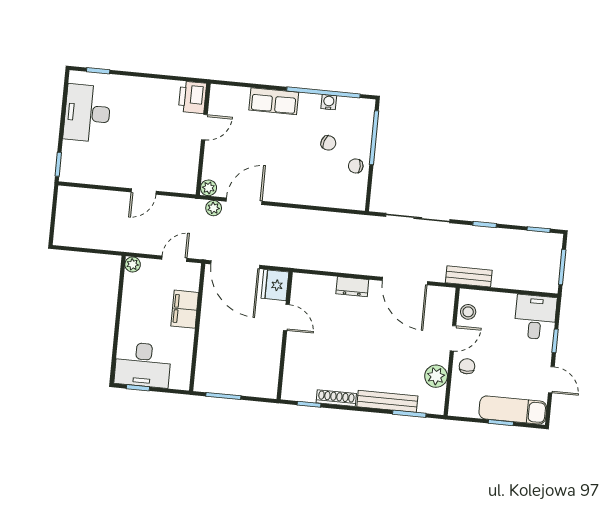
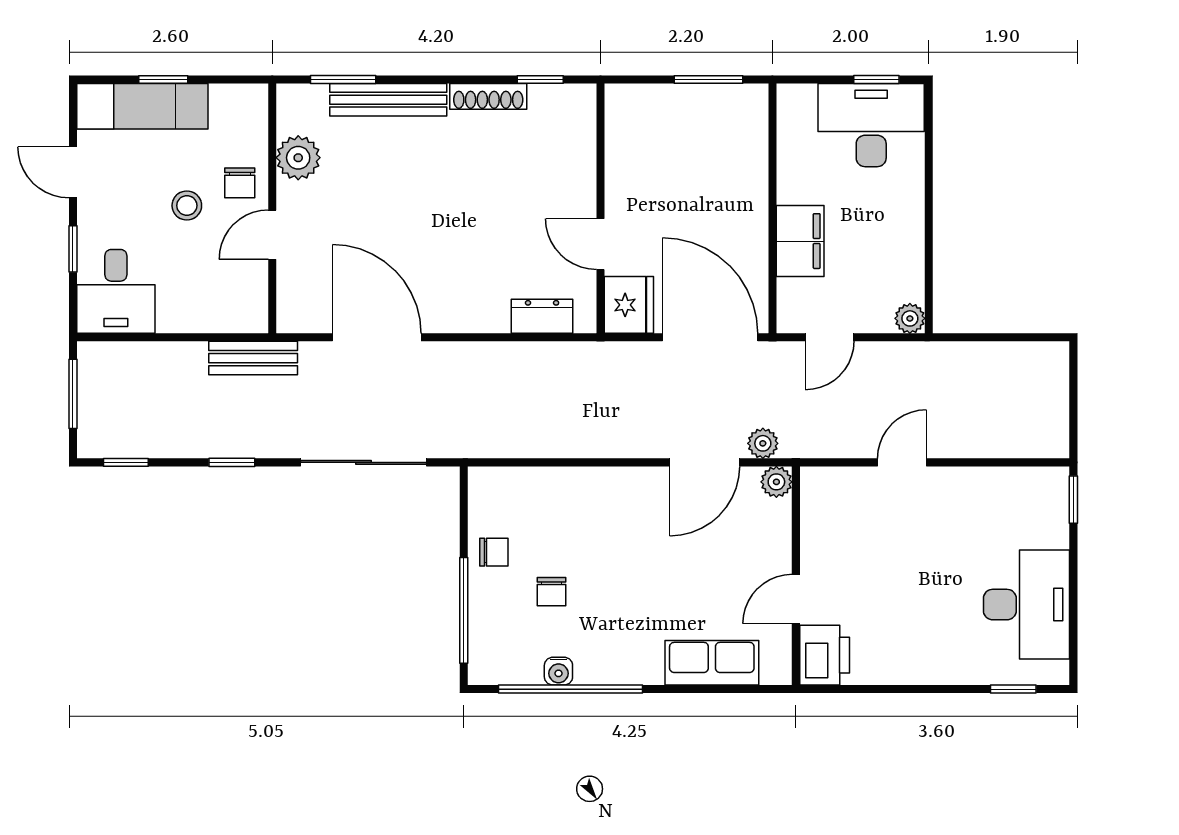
row of seats: (274, 101) -> (712, 663), moved
chair: (328, 143) -> (552, 592), turned -110
dresser: (352, 287) -> (542, 316), moved
stool: (468, 312) -> (187, 206), moved

